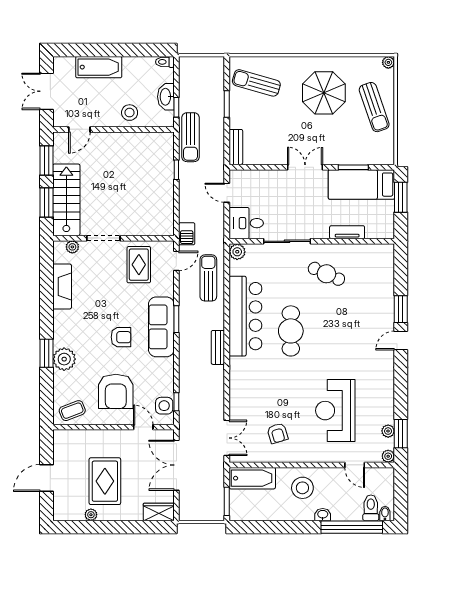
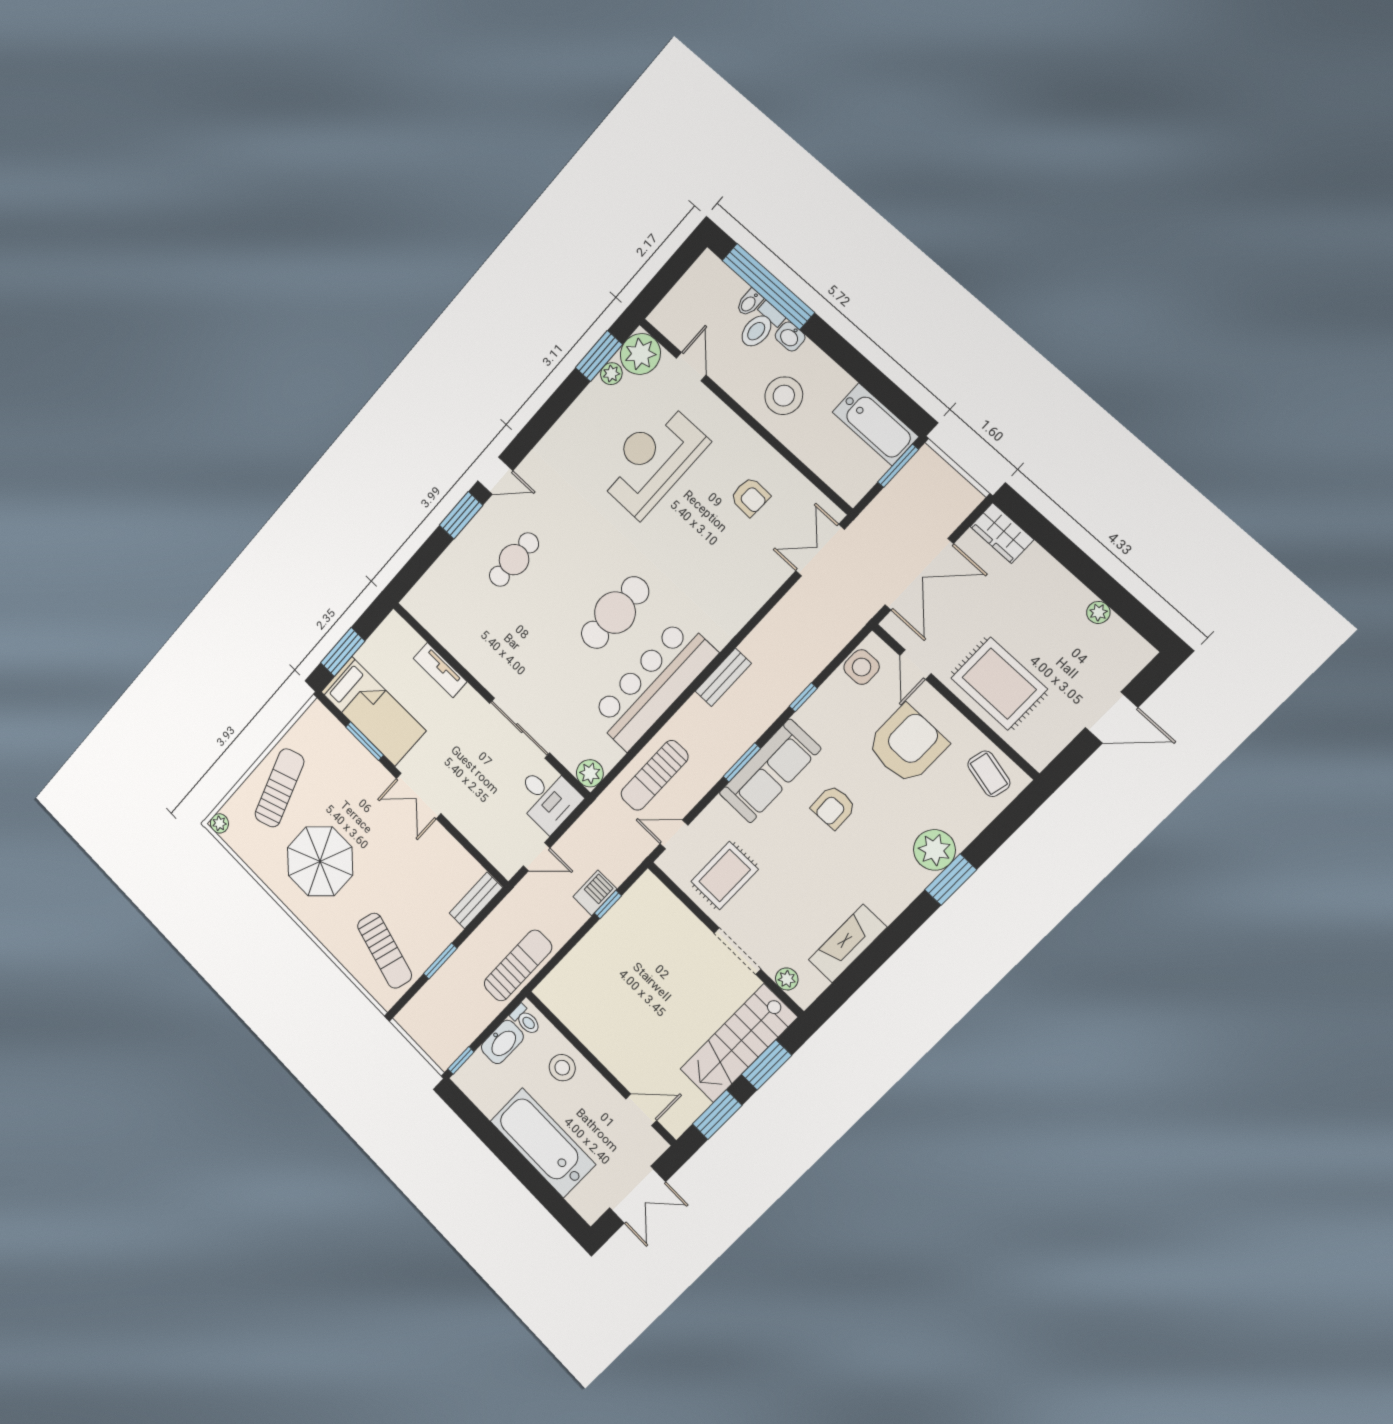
toilet: (165, 62) -> (526, 1020), moved
bathtub: (99, 67) -> (543, 1143), width x1.36, depth x1.36
window: (176, 107) -> (461, 1060), moved
window: (176, 170) -> (608, 904), moved
door: (227, 193) -> (537, 857), hinge flipped
barbecue: (187, 234) -> (595, 893), moved
cafe table: (326, 274) -> (514, 560), moved, turned 66
armchair: (121, 337) -> (833, 807), turned -92
window: (176, 402) -> (803, 697), moved
coffee table: (72, 411) -> (989, 774), turned 34
reception desk: (335, 411) -> (652, 460), turned 180
armchair: (278, 433) -> (750, 497), turned 108
plant: (388, 456) -> (640, 354), width x1.87, depth x1.87
bathtub: (252, 478) -> (875, 424), moved, turned 180
rug: (105, 481) -> (999, 684), moved, turned 90
toilet: (371, 508) -> (761, 326), moved
bidet: (385, 513) -> (749, 303), moved

